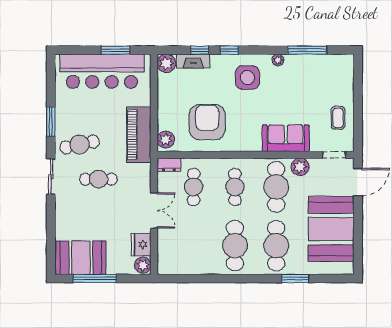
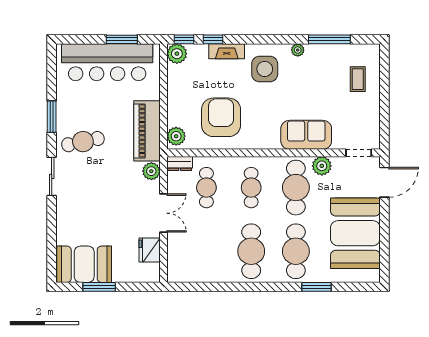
window: (229, 50) -> (184, 39), moved
fireplace: (193, 61) -> (227, 51), moved
coffee table: (338, 118) -> (358, 79), moved
cafe table: (98, 179) -> (103, 179), removed
plant: (143, 265) -> (151, 171), moved
window: (95, 279) -> (99, 287), width x0.69

